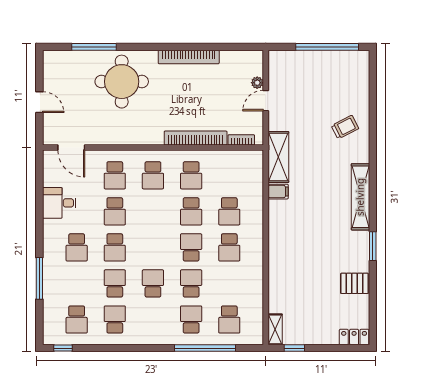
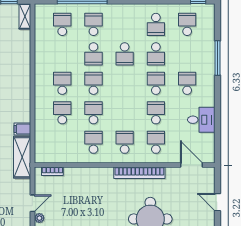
bookcase: (196, 138) -> (139, 173), moved
school desk: (191, 247) -> (93, 83), turned 180
school desk: (191, 319) -> (93, 24), turned 180

